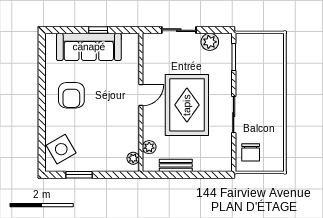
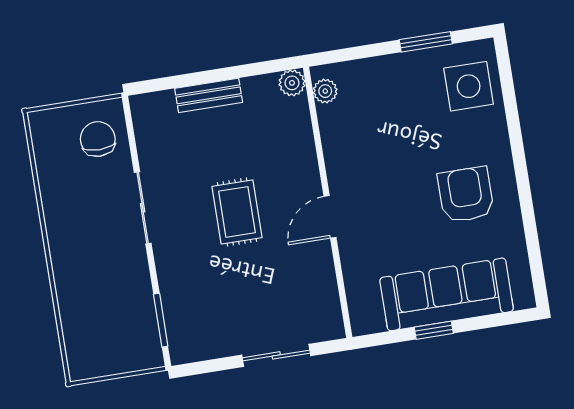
plant: (210, 42) -> (212, 342), removed
rug: (187, 105) -> (237, 212), width x0.54, depth x0.49
plant: (149, 147) -> (292, 83), moved
side table: (61, 149) -> (469, 86), turned 30
bench: (176, 165) -> (209, 95), moved

